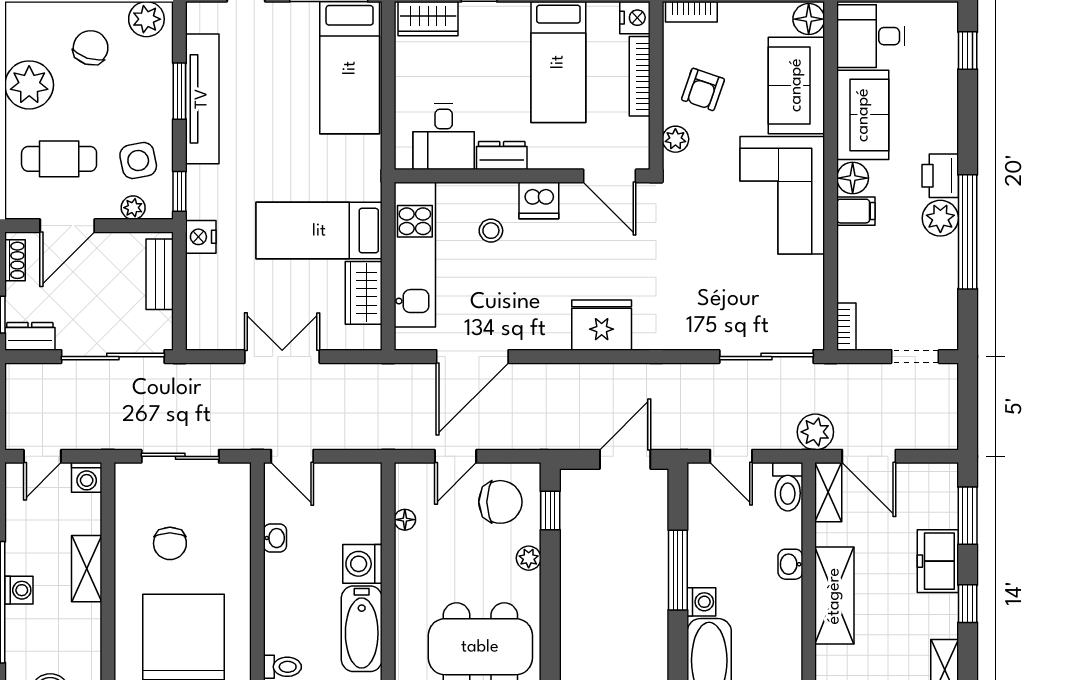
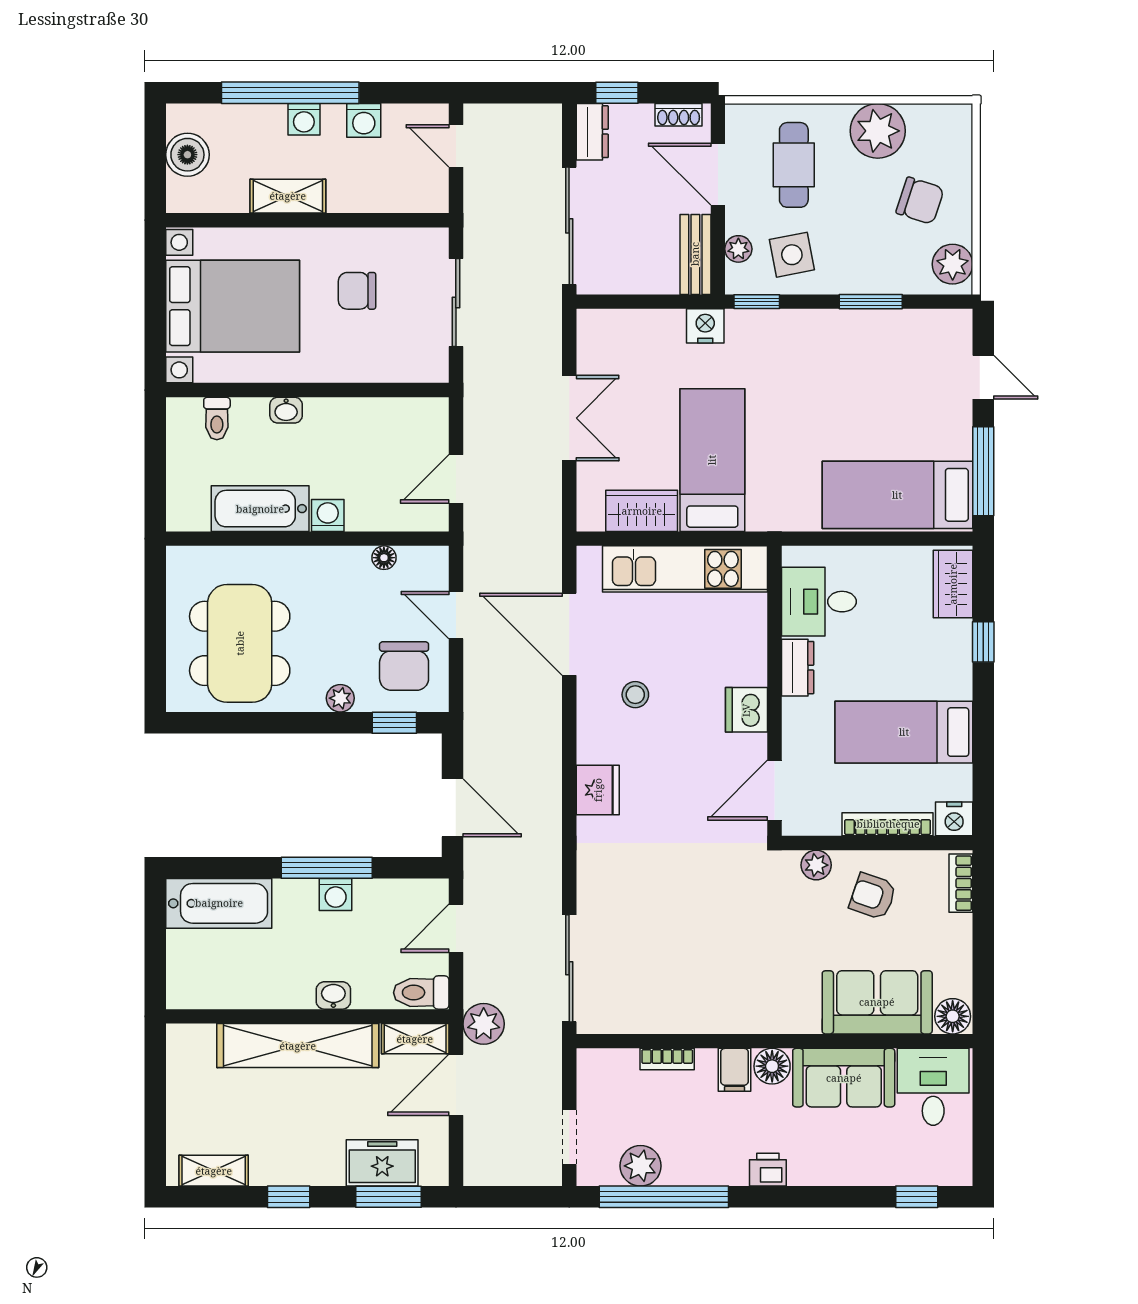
tv unit: (202, 99) -> (862, 328), removed
printer: (940, 176) -> (768, 1170), width x0.73, depth x0.81
corner sofa: (782, 195) -> (752, 986), removed
plant: (940, 218) -> (641, 1166), moved
stool: (491, 231) -> (635, 695), moved
window: (968, 232) -> (664, 1197), moved
bench: (160, 274) -> (695, 254), moved, turned 90
fridge: (602, 325) -> (598, 790), width x0.73, depth x0.75
bookcase: (846, 327) -> (667, 1059), moved
door: (292, 456) -> (456, 479), moved
washing machine: (87, 477) -> (364, 120), moved, turned -90
washbasin: (275, 538) -> (286, 410), moved
freezer: (938, 561) -> (382, 1163), moved
washing machine: (362, 564) -> (328, 516), width x0.73, depth x0.73
shelving: (87, 569) -> (288, 196), moved
shelving: (834, 596) -> (298, 1046), width x1.47
washing machine: (701, 602) -> (336, 894), moved

